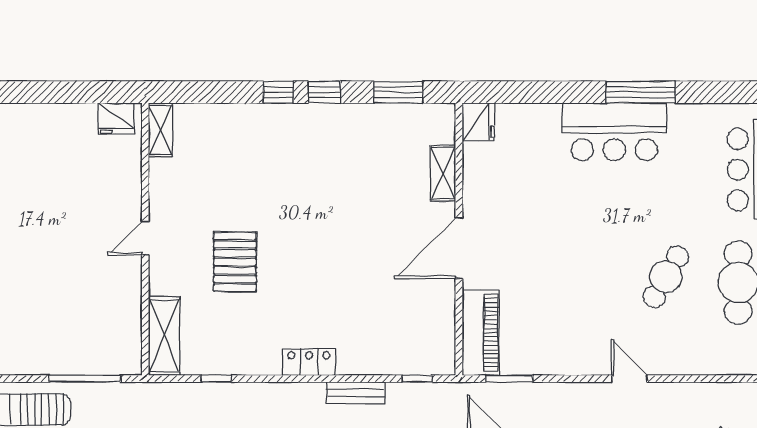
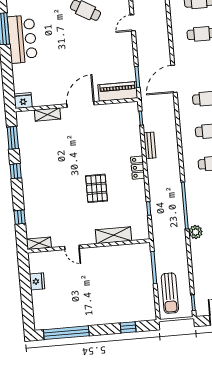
window: (278, 92) -> (20, 217), moved
fridge: (116, 118) -> (37, 281), moved
door: (145, 238) -> (72, 247), moved
door: (459, 248) -> (81, 104), swing flipped
pallet: (235, 262) -> (97, 188), moved, turned 90
shelving: (164, 336) -> (114, 235), moved

